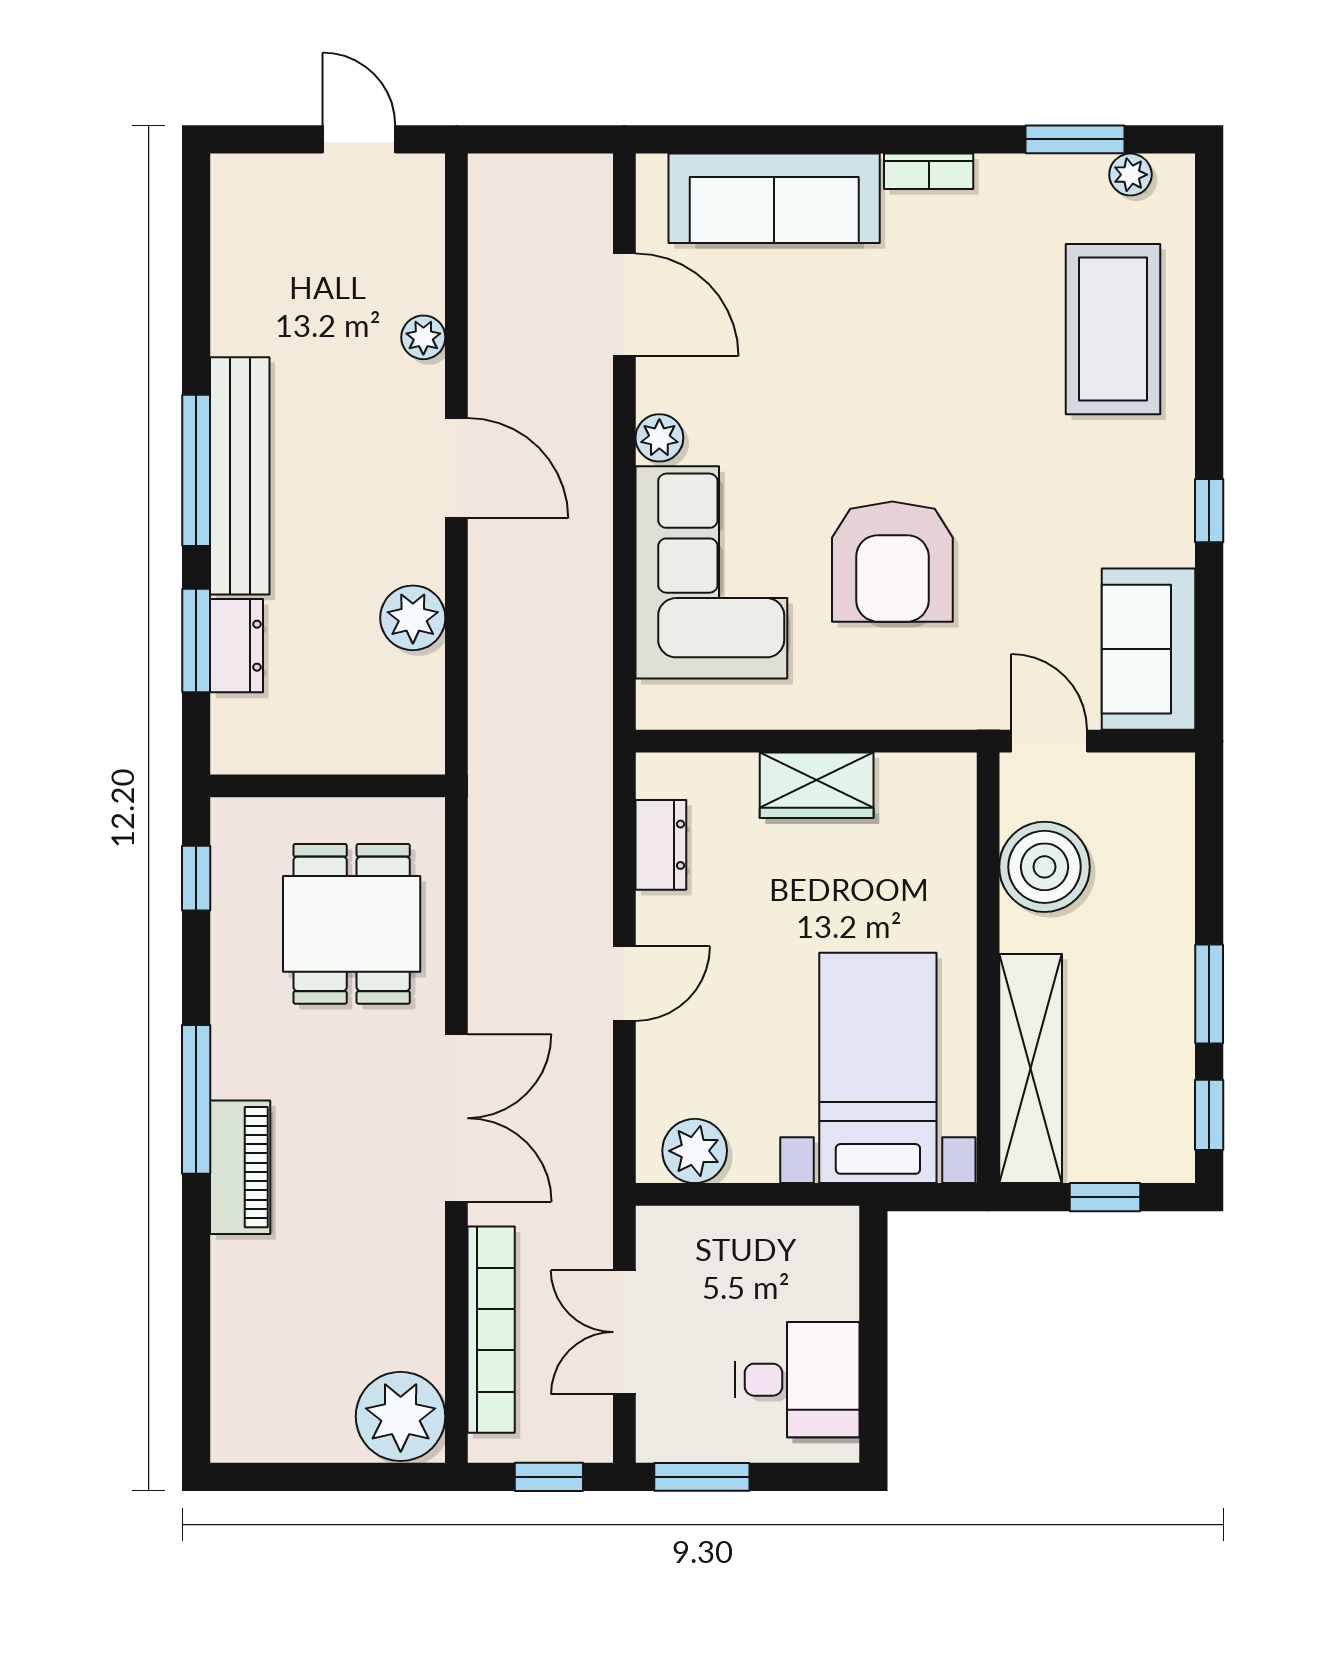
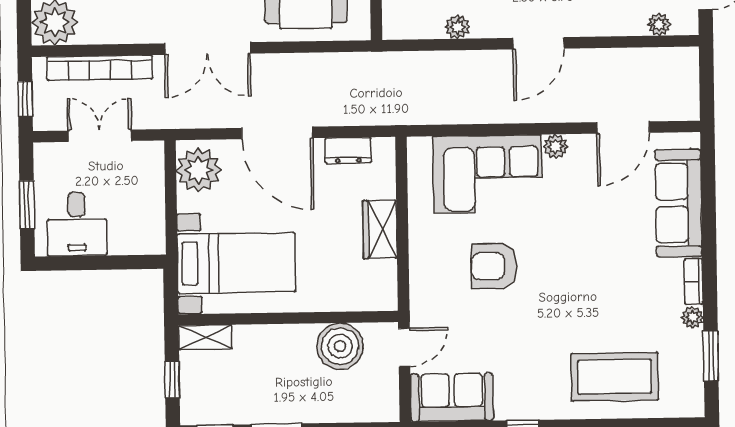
plant: (1130, 175) -> (692, 317), moved
plant: (423, 337) -> (659, 25), moved
armchair: (892, 562) -> (494, 266), width x0.73, depth x0.73
plant: (413, 618) -> (457, 27), width x0.73, depth x0.73
door: (624, 984) -> (277, 133), width x1.87
shelving: (1031, 1069) -> (205, 337), width x0.45, depth x0.75
plant: (695, 1151) -> (198, 170), width x1.36, depth x1.36
window: (702, 1477) -> (27, 205), moved

